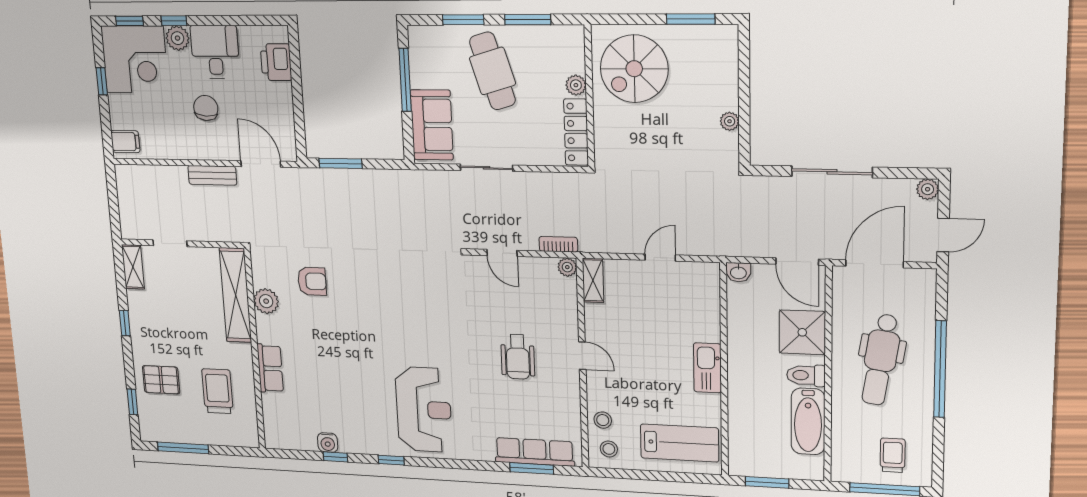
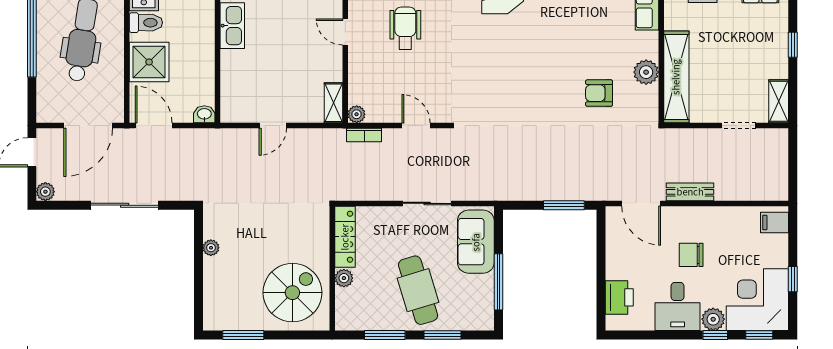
chair: (206, 108) -> (691, 255), turned 87

